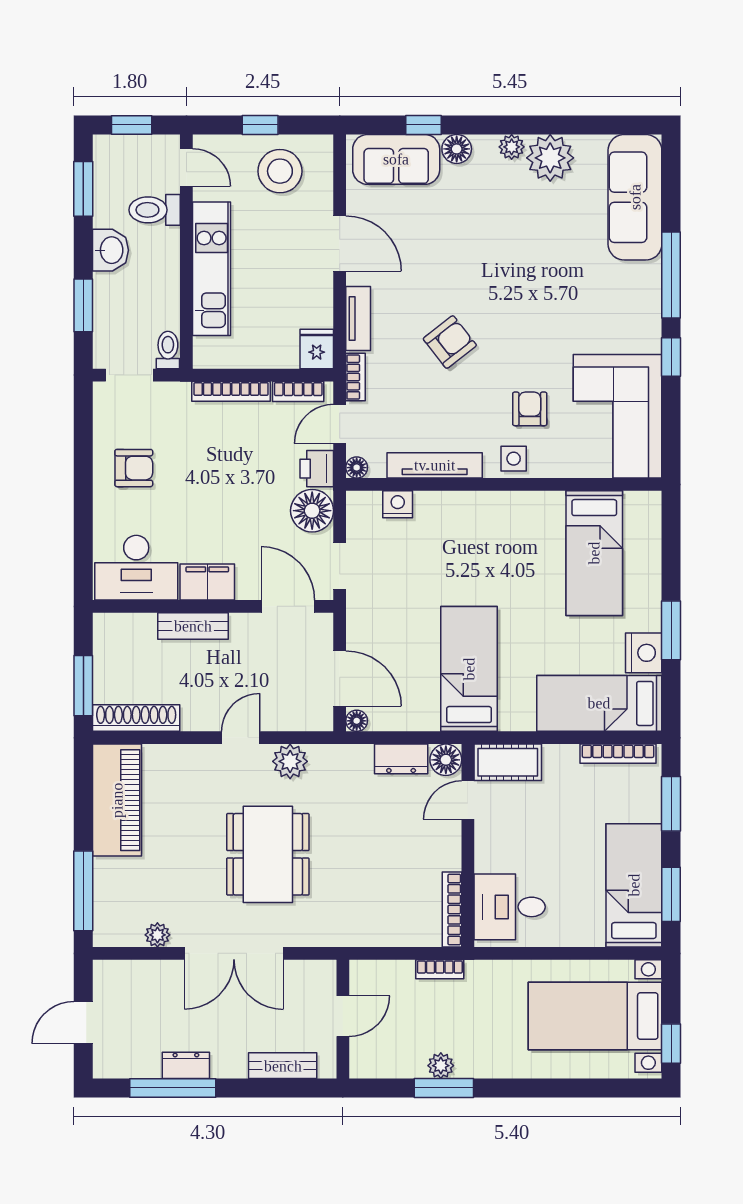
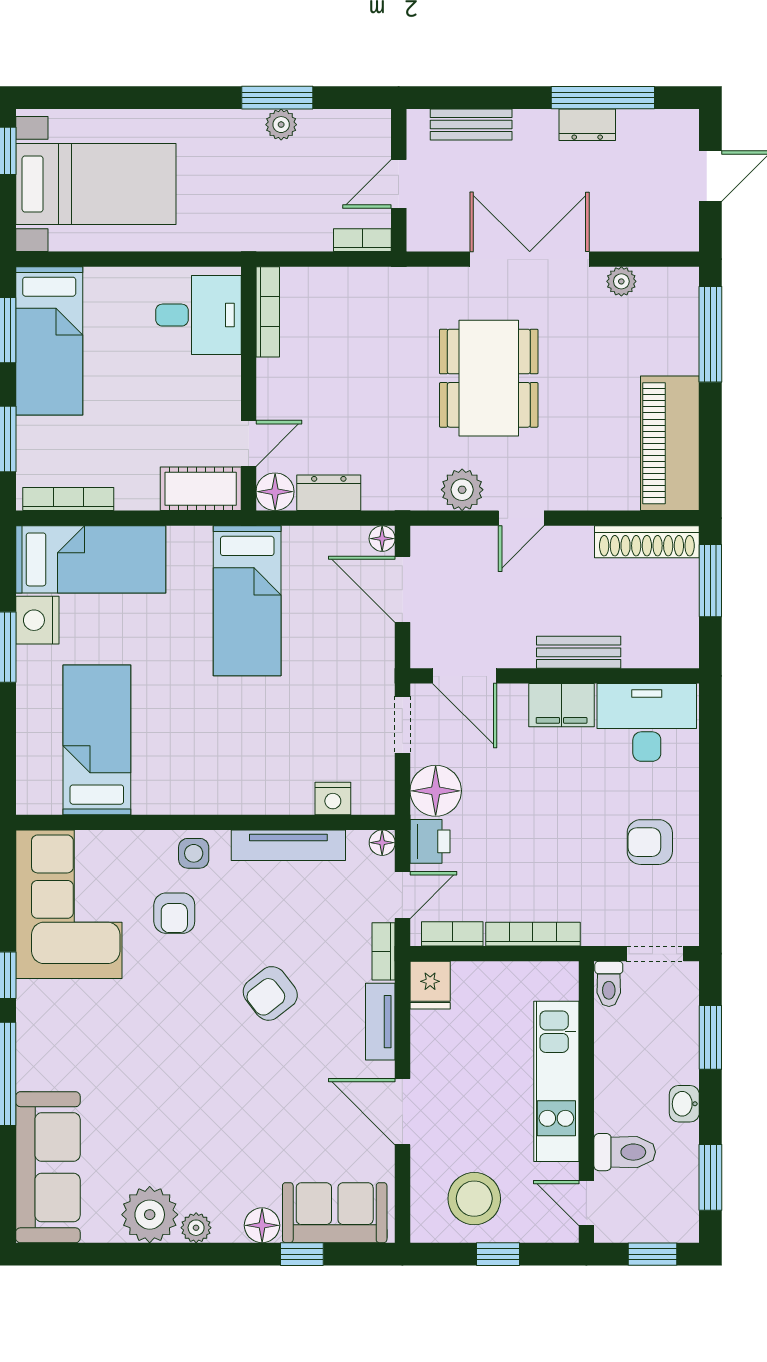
washbasin: (111, 250) -> (684, 1104), width x0.72, depth x0.69
bookcase: (440, 969) -> (362, 240), moved

